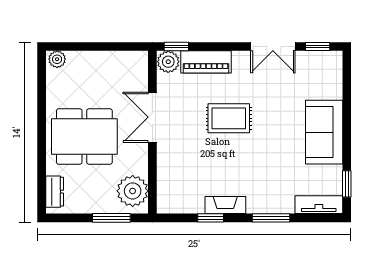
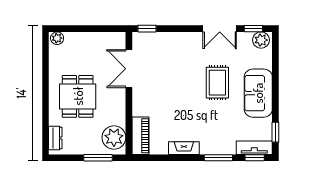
plant: (168, 62) -> (261, 40), moved
piano: (206, 62) -> (141, 136), moved, turned -90
double door: (152, 117) -> (129, 69), moved
rug: (229, 118) -> (217, 83), moved, turned 90
dining table: (84, 136) -> (78, 96), width x0.73
window: (211, 218) -> (255, 158), moved

